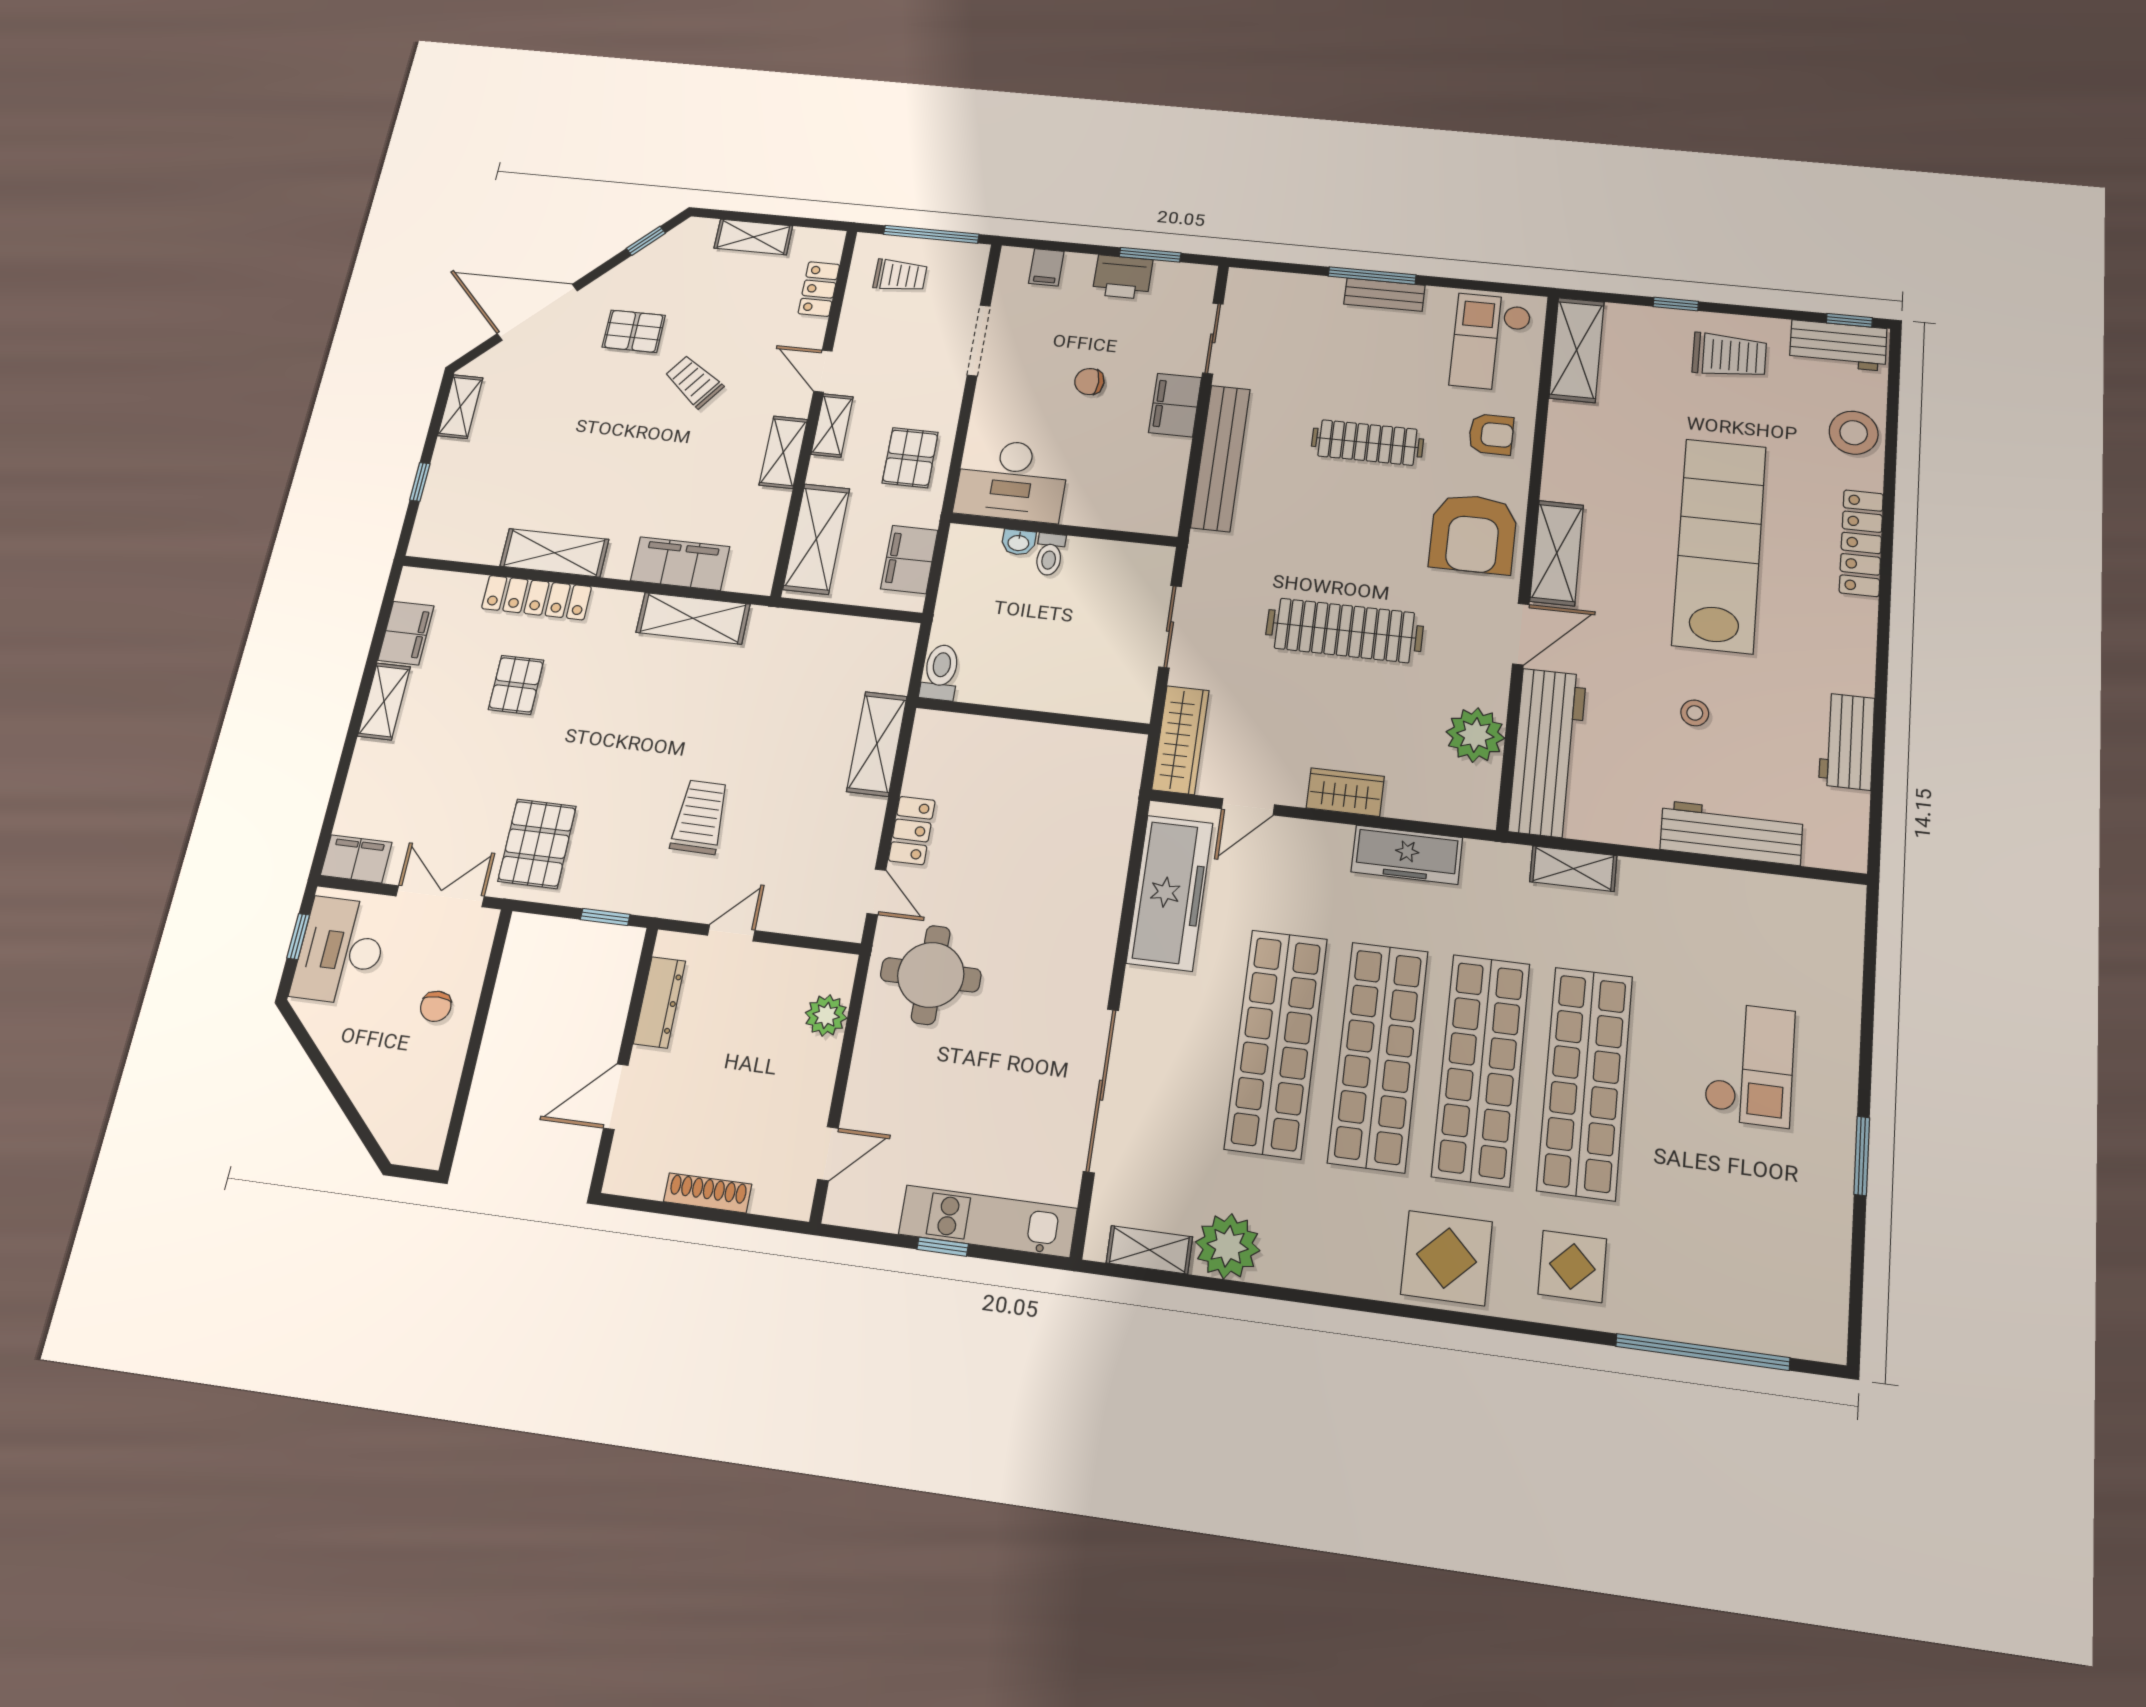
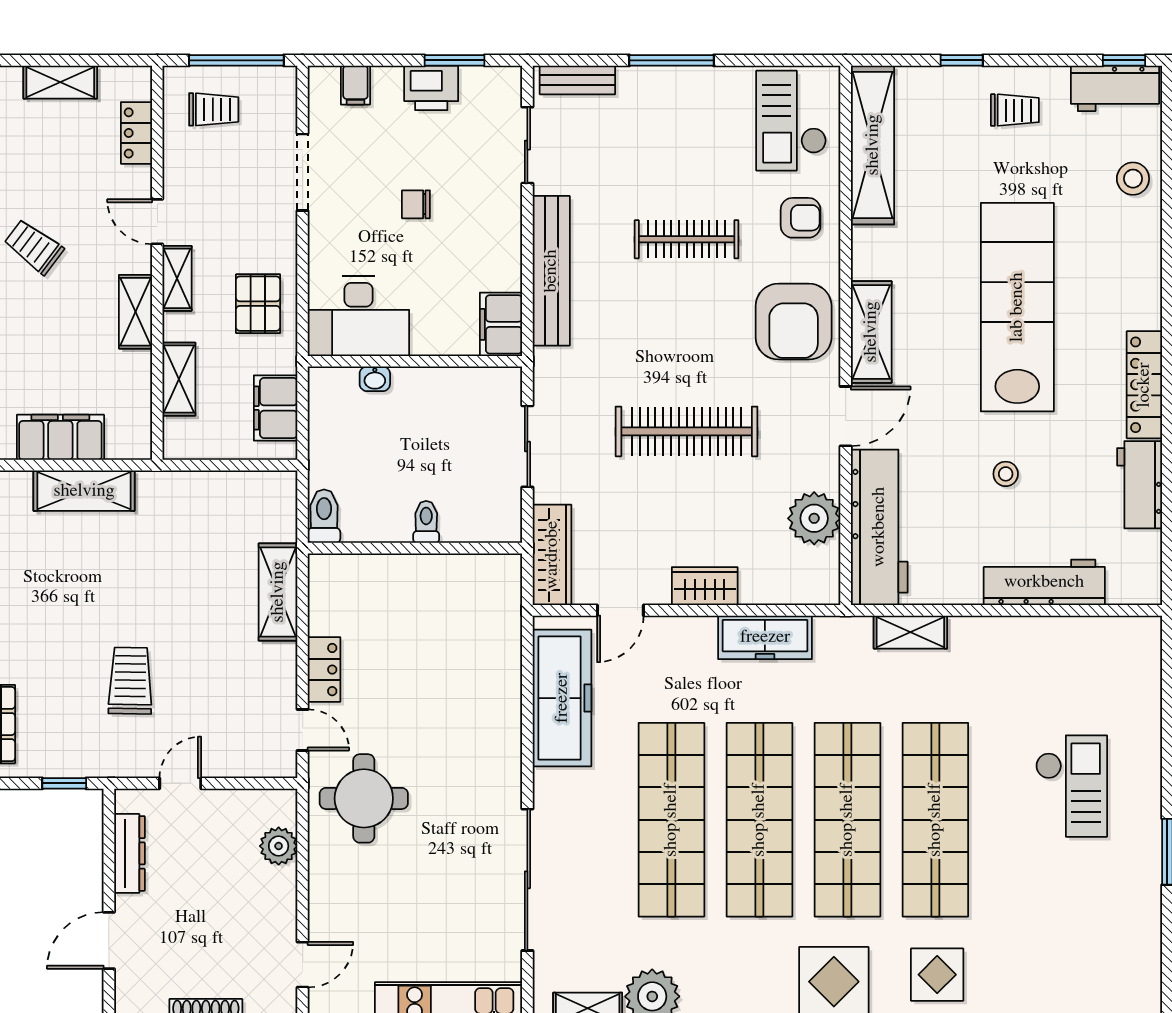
bench: (1384, 295) -> (577, 80), moved
shelving: (1577, 350) -> (873, 145), width x1.47
trolley: (1729, 355) -> (1015, 110), width x0.73, depth x0.72
filing cabinet: (1175, 405) -> (501, 324), moved
stool: (1854, 433) -> (1133, 179), width x0.73, depth x0.73
shelving: (816, 539) -> (179, 379), width x0.67, depth x0.75
locker: (1861, 543) -> (1144, 385), moved
toilet: (1050, 554) -> (426, 522), moved, turned 180

